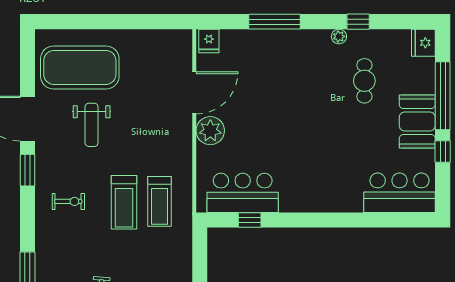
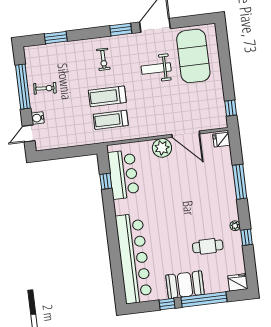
window: (164, 22) -> (231, 108), added
bar counter: (400, 193) -> (134, 258), width x1.86

